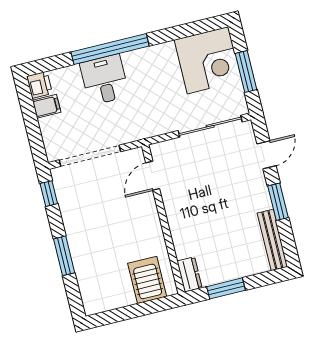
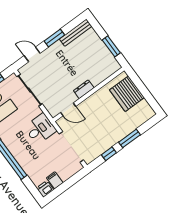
desk: (104, 80) -> (40, 129), moved, turned 180
window: (49, 194) -> (109, 154), moved
dresser: (189, 274) -> (84, 89), moved
server rack: (147, 280) -> (127, 94), width x1.60

